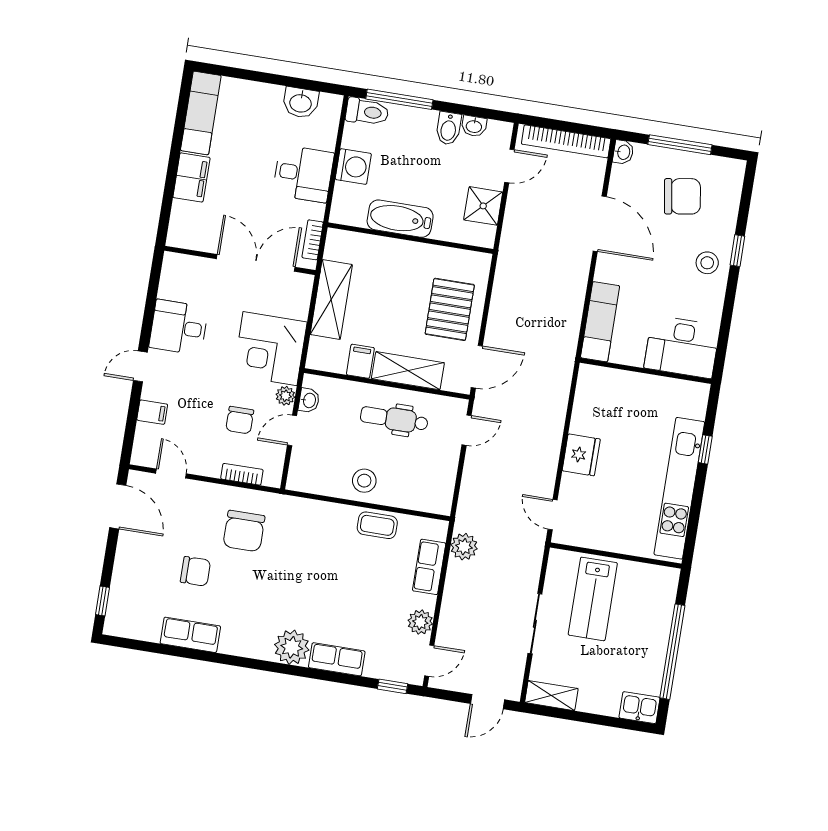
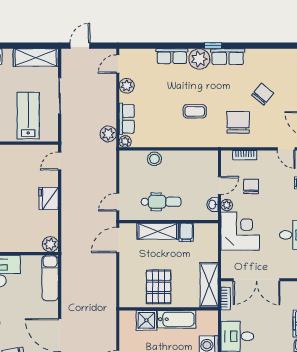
shower: (483, 206) -> (146, 320), moved
shelving: (331, 300) -> (209, 285), moved
pallet: (450, 309) -> (159, 287), moved
plant: (591, 378) -> (50, 244), added
stool: (364, 481) -> (154, 159), moved
door: (553, 515) -> (60, 161), swing flipped
coffee table: (377, 525) -> (195, 111), moved
plant: (438, 529) -> (125, 141), added
chair: (195, 571) -> (263, 94), turned 130
row of seats: (190, 635) -> (228, 57), moved
window: (393, 686) -> (213, 46), moved
shelving: (551, 696) -> (36, 58), width x1.50, depth x1.33

